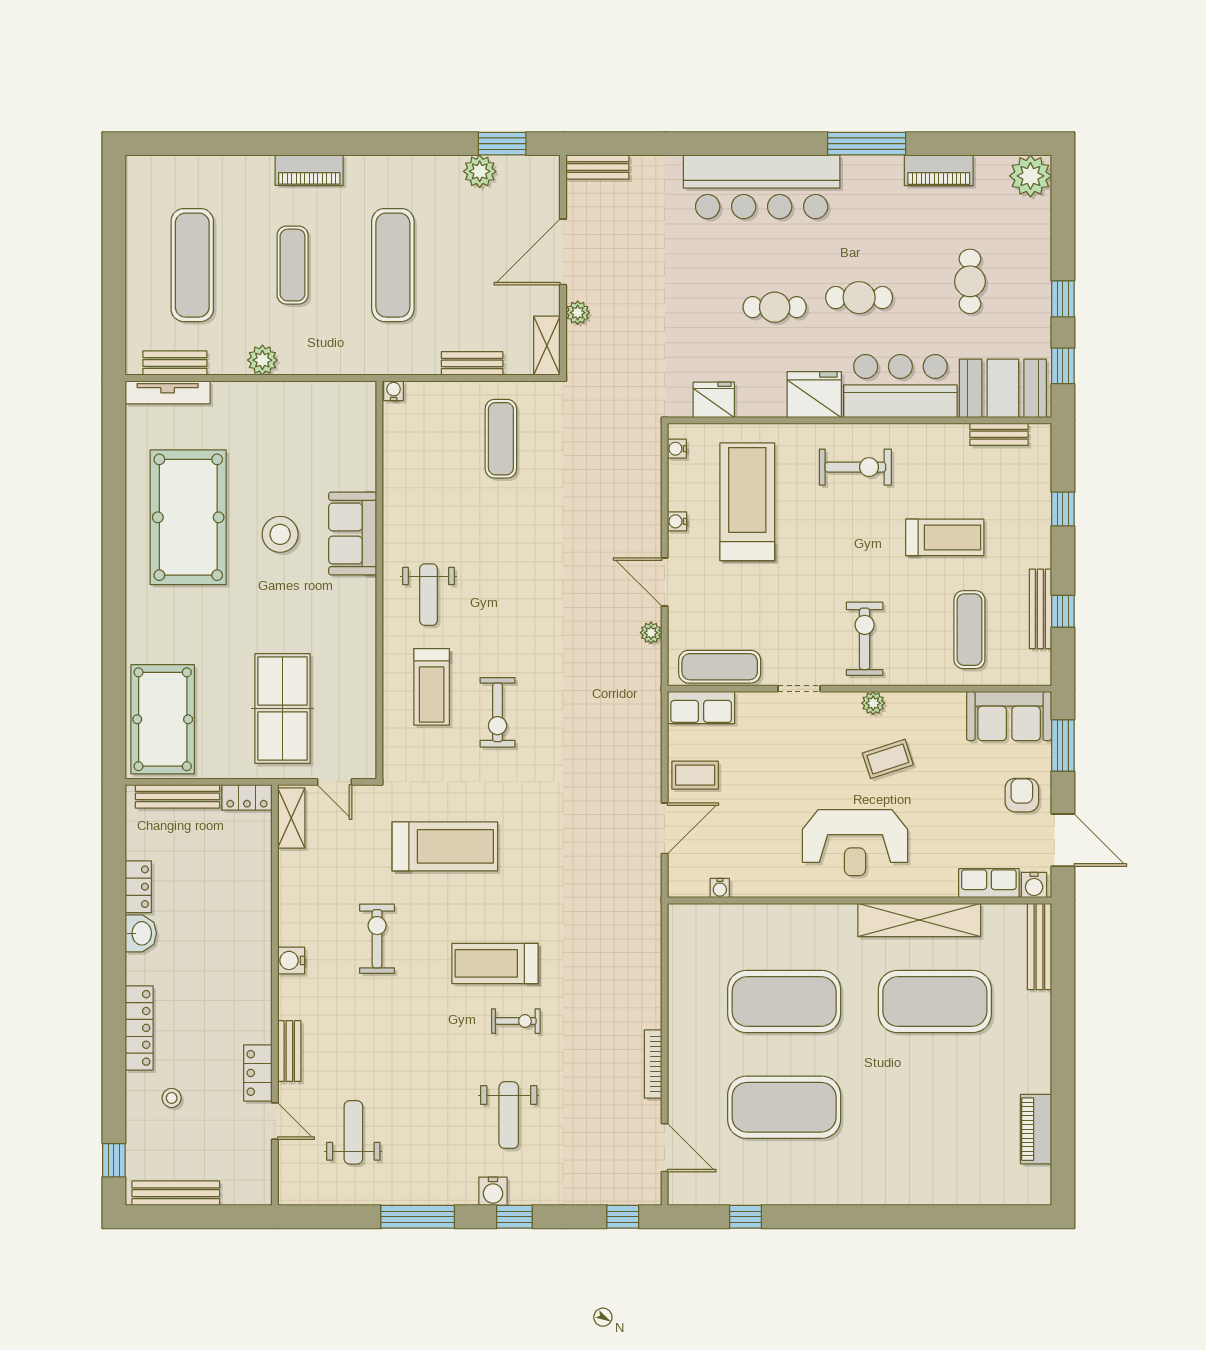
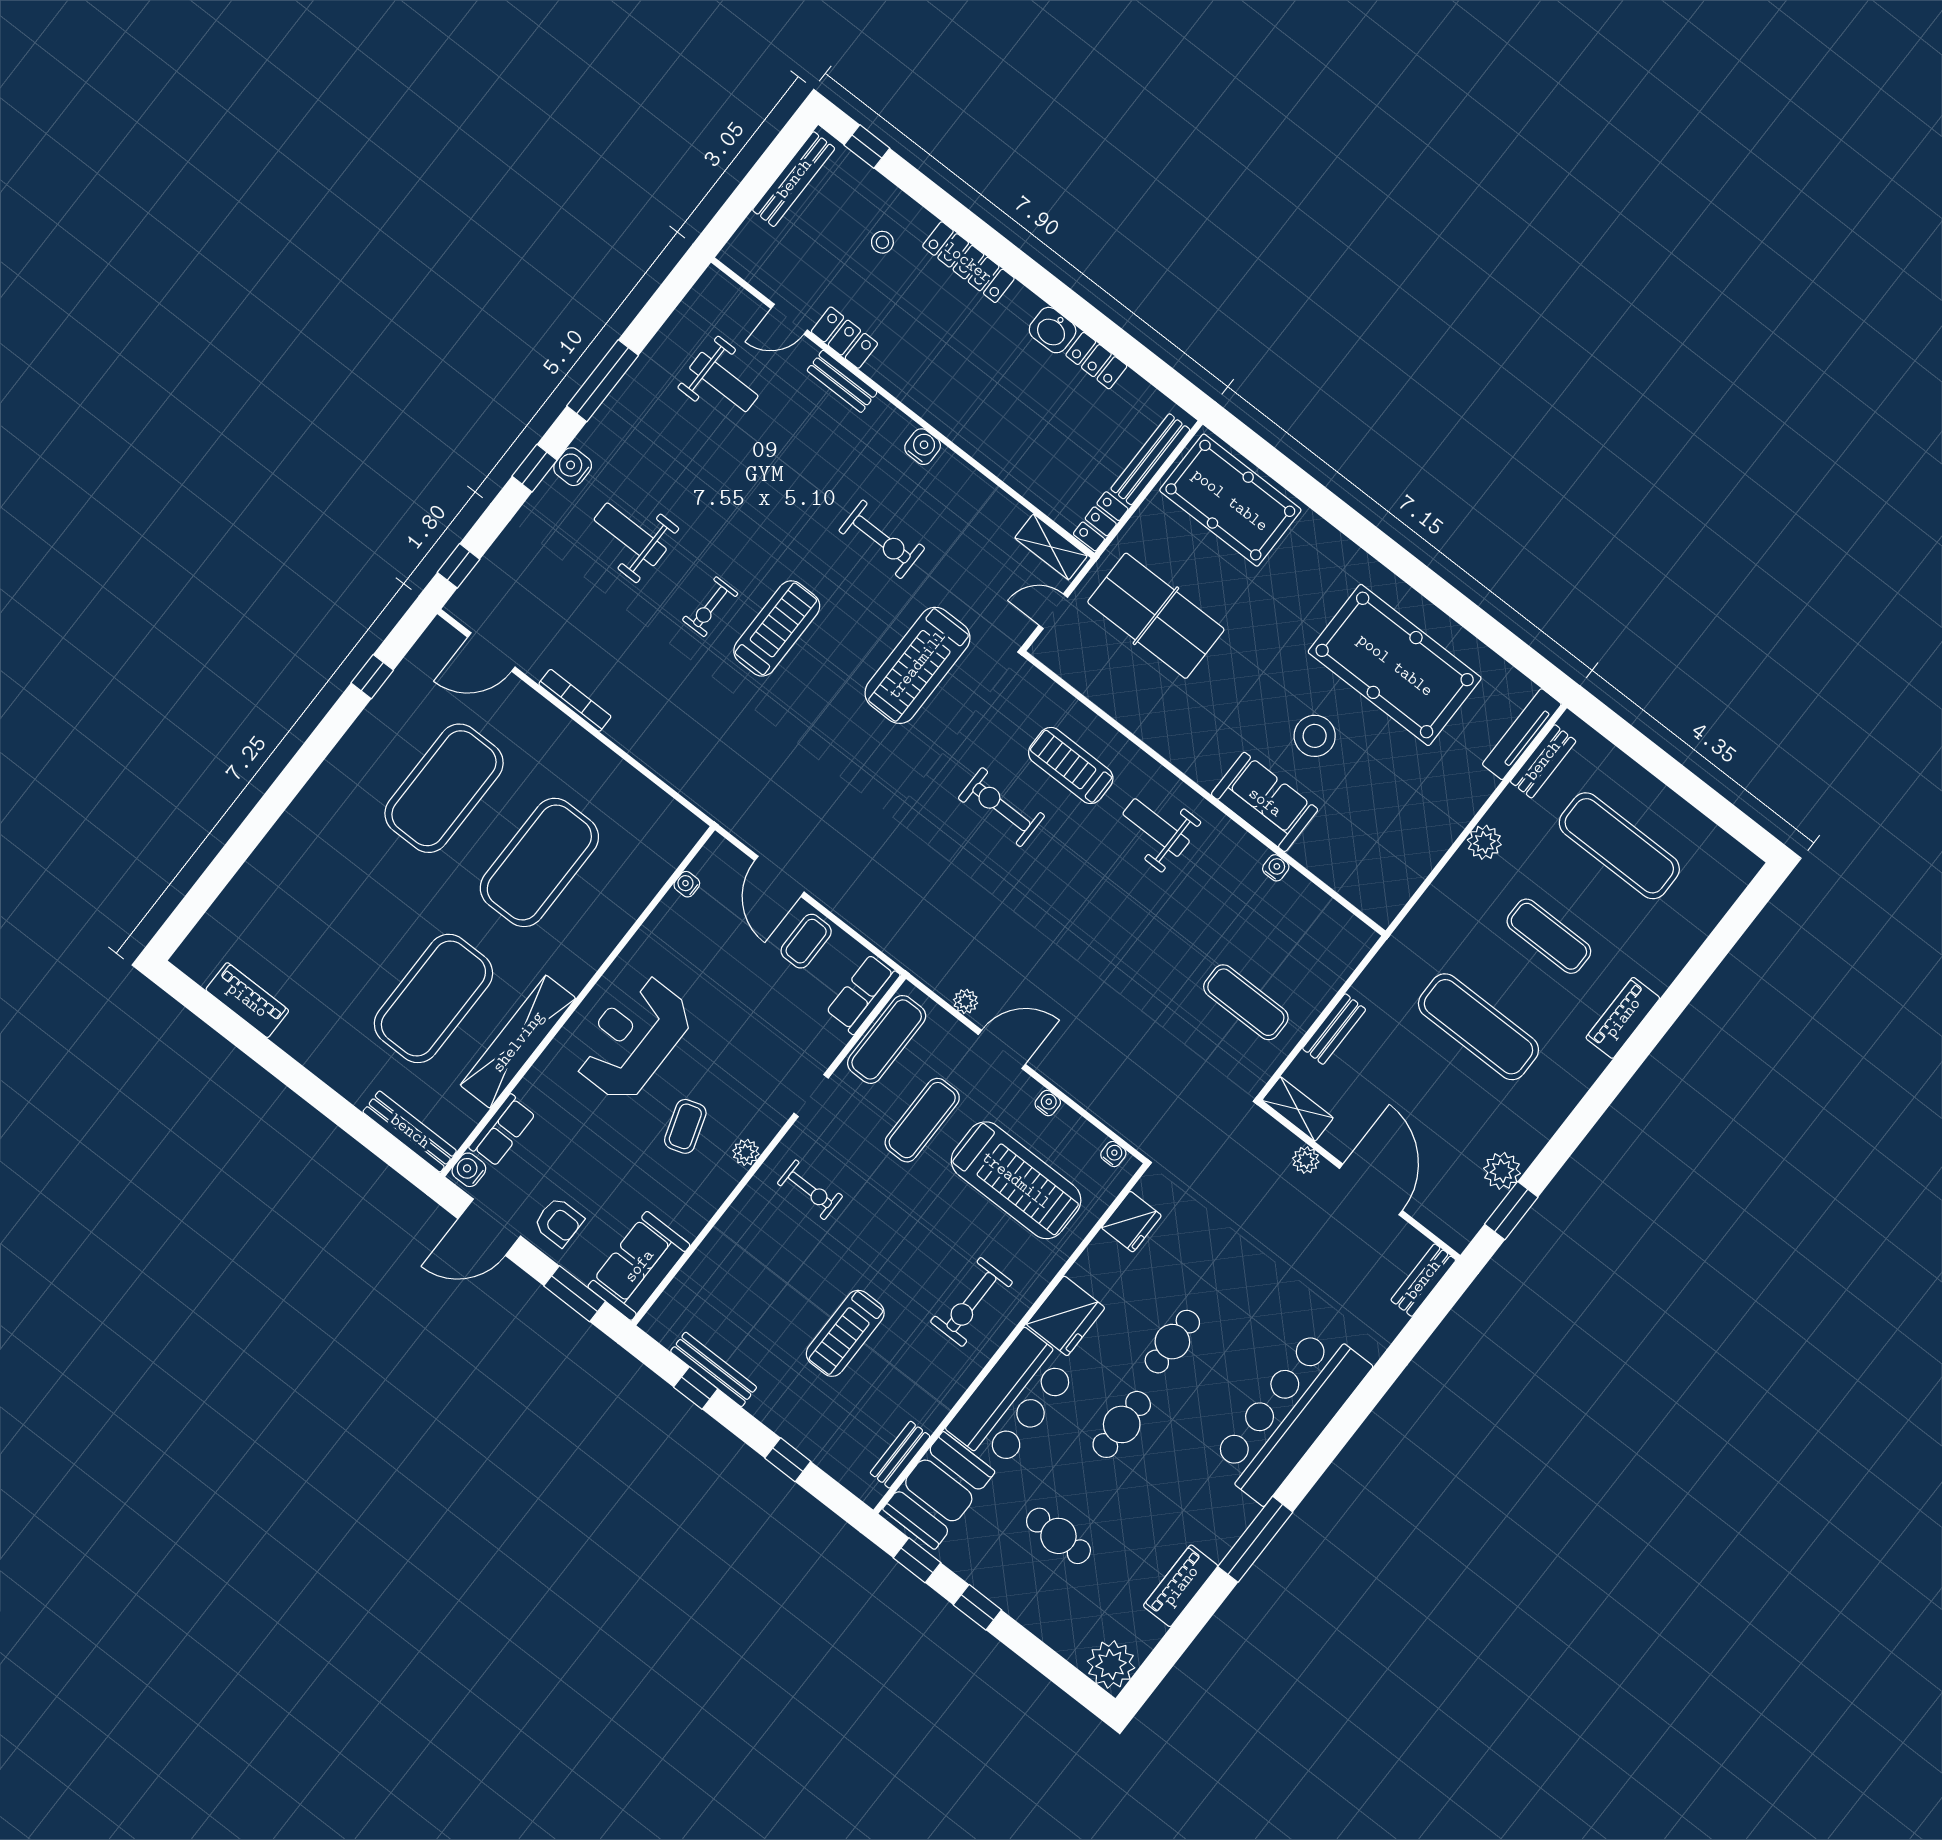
water cooler: (394, 391) -> (1276, 868), moved, turned -90
exercise mat: (969, 630) -> (922, 1120), moved, turned 90
exercise bike: (865, 639) -> (810, 1190), width x0.73, depth x0.72

